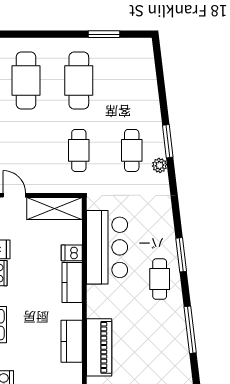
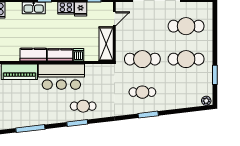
cafe table: (79, 150) -> (142, 59), width x1.37, depth x1.35
plant: (160, 165) -> (206, 101), moved
bar counter: (107, 247) -> (61, 77), moved
cafe table: (160, 279) -> (83, 106), moved
kitchen counter: (72, 341) -> (33, 55), moved

